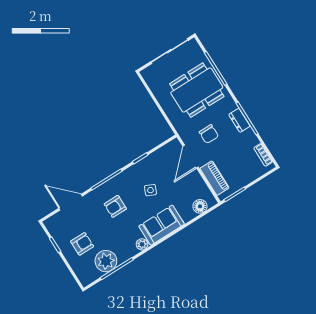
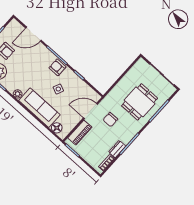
dining table: (197, 90) -> (140, 102), width x0.73
dresser: (239, 120) -> (117, 149), moved
door: (71, 202) -> (33, 34), swing flipped
armchair: (115, 206) -> (57, 67), moved
sofa: (162, 225) -> (39, 108), width x1.36

